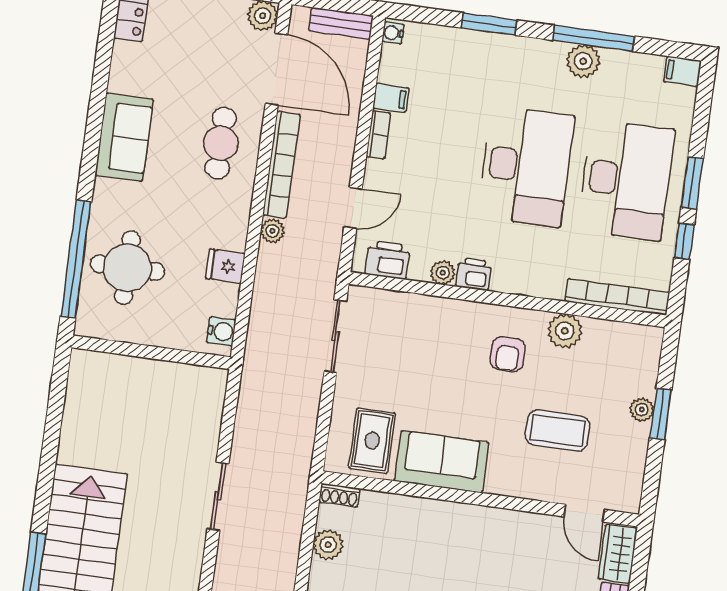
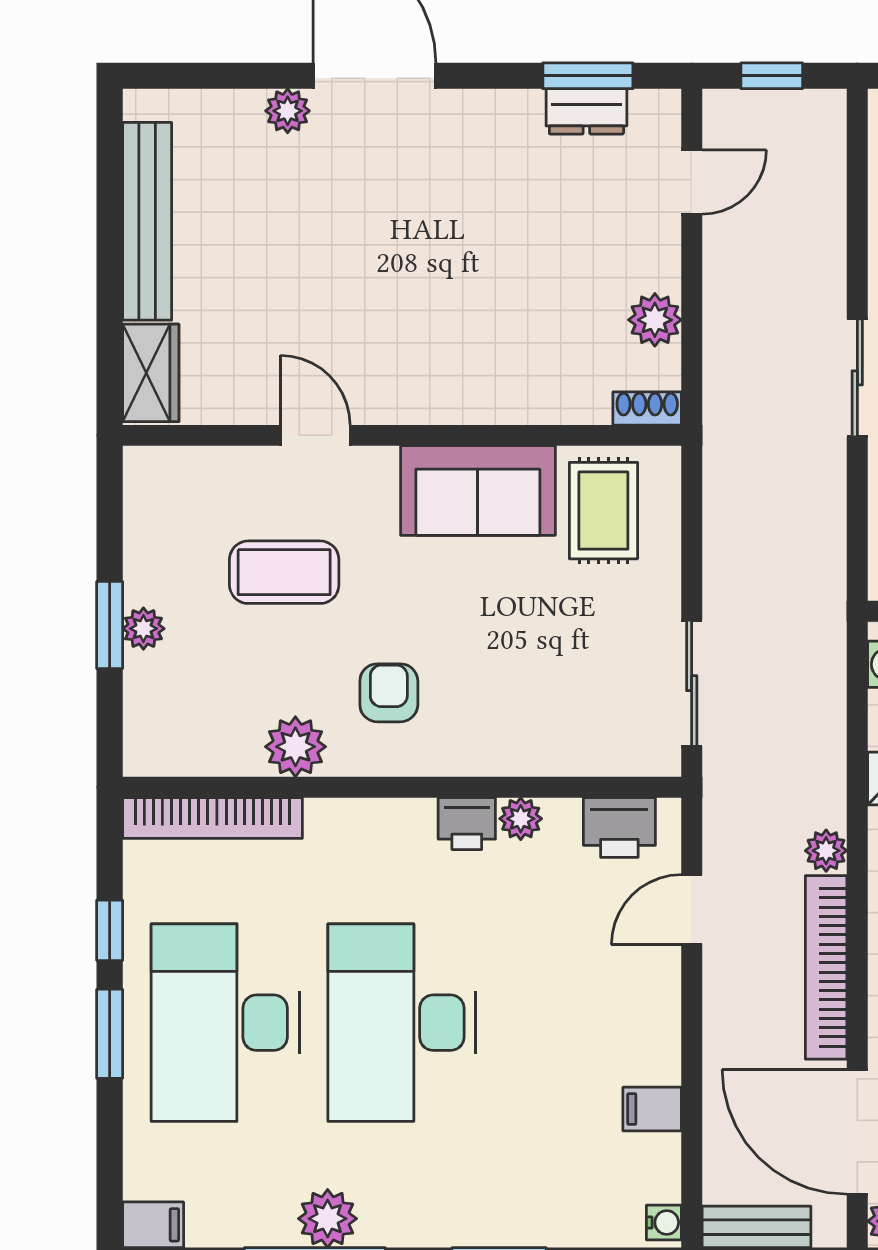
bookcase: (378, 135) -> (665, 1042), removed
door: (584, 513) -> (315, 435), moved

